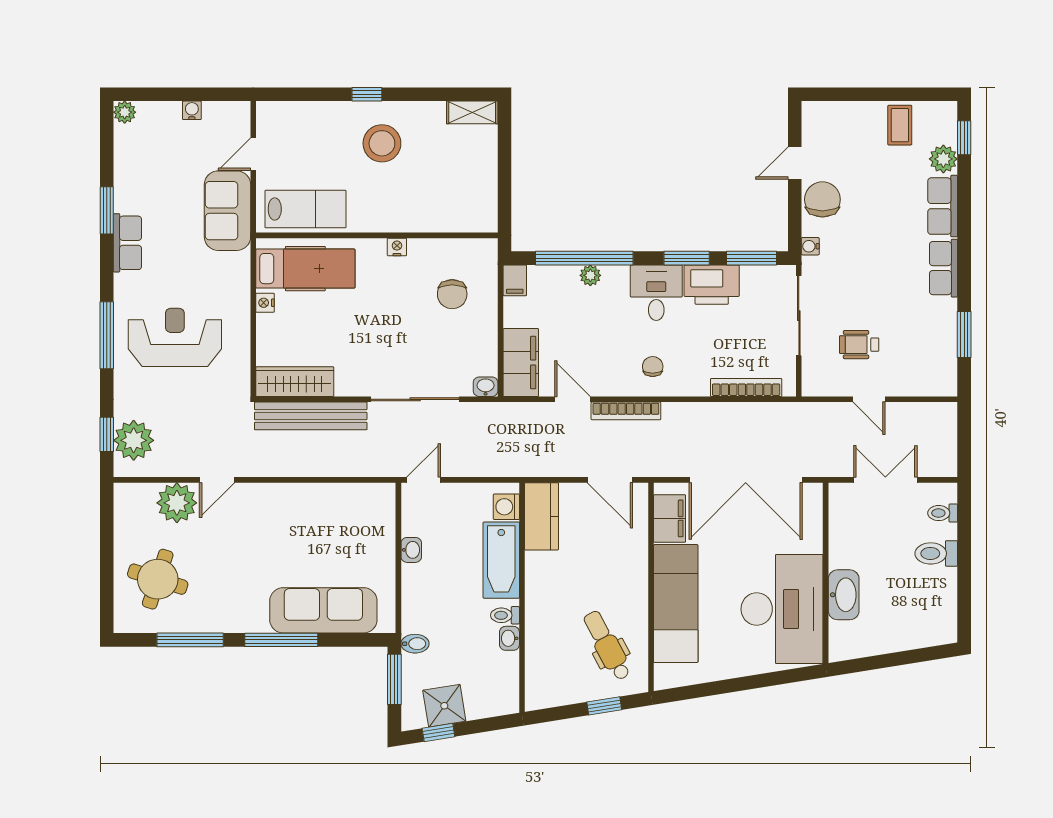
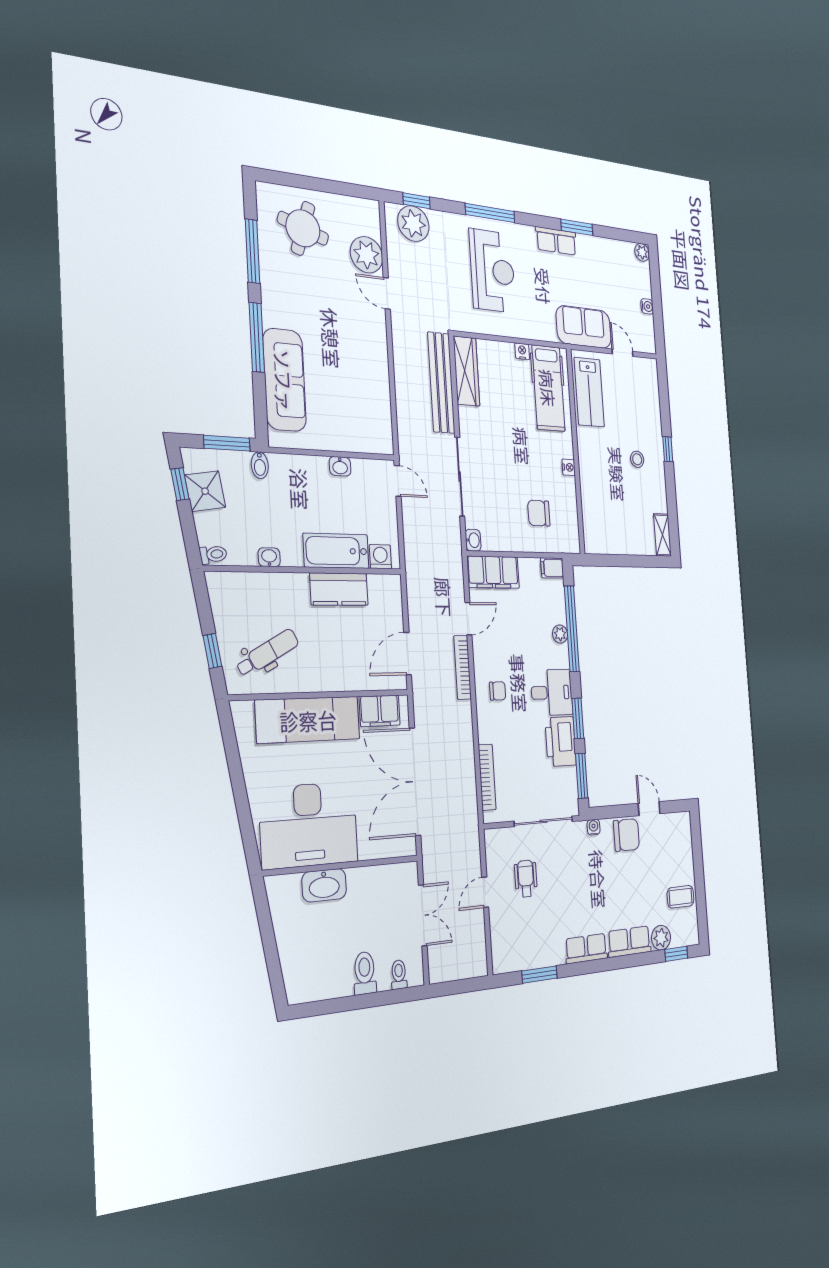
stool: (382, 143) -> (637, 459), width x0.53, depth x0.53
kitchen counter: (542, 516) -> (339, 589), moved
toilet: (505, 615) -> (213, 554), moved, turned 81

